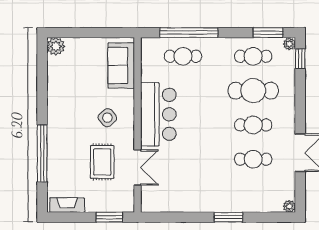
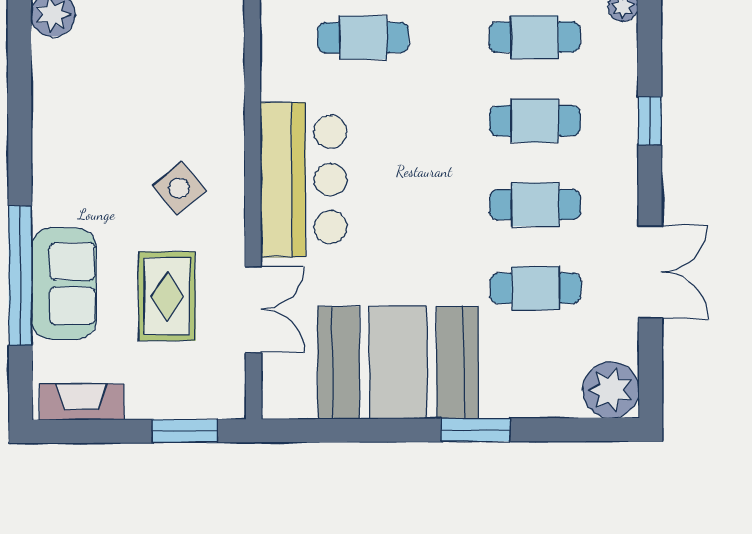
window: (300, 59) -> (650, 121), moved
sofa: (121, 65) -> (64, 284), moved, turned 180
cafe table: (253, 91) -> (535, 121), width x0.73, depth x0.74
booth: (197, 189) -> (398, 362), added
plant: (289, 206) -> (611, 390), width x1.87, depth x1.87

